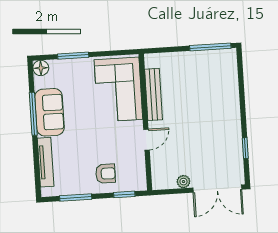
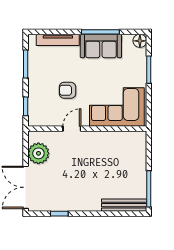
bench: (154, 94) -> (124, 205), moved
door: (147, 140) -> (72, 129), swing flipped
armchair: (106, 174) -> (67, 90), moved, turned 90
plant: (183, 182) -> (38, 153), width x1.87, depth x1.87

